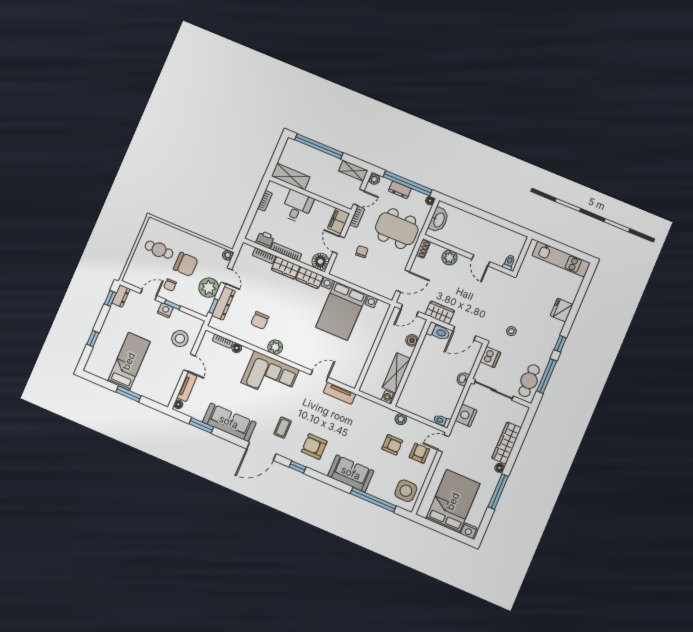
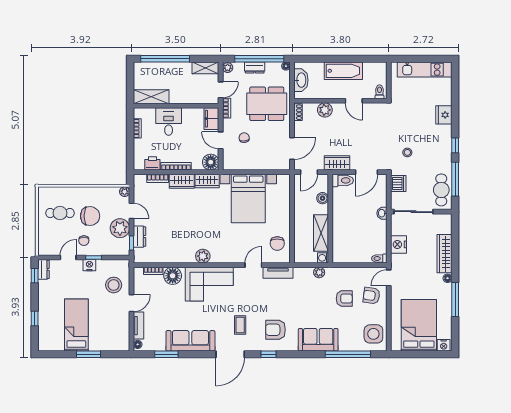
bathtub: (483, 228) -> (343, 71), added
dresser: (224, 303) -> (139, 237), width x0.70
chair: (260, 320) -> (277, 244), moved
floor lamp: (237, 348) -> (173, 276), width x1.89, depth x1.89
door: (189, 363) -> (131, 303), hinge flipped
plant: (401, 419) -> (319, 272), moved
armchair: (419, 453) -> (371, 296), turned -82

